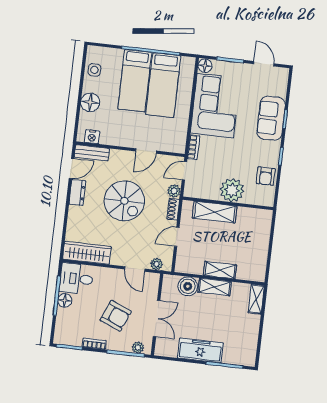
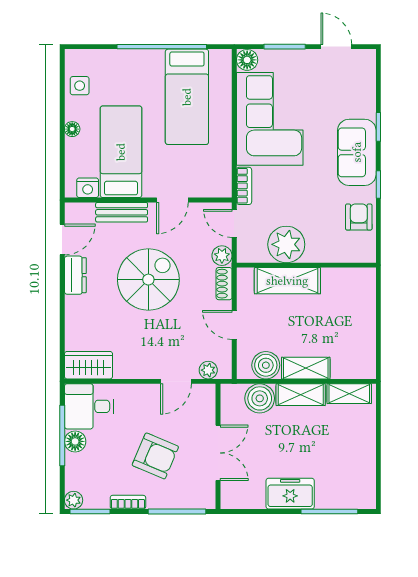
bed: (135, 81) -> (121, 152), moved, turned 180
floor lamp: (90, 102) -> (72, 129), width x0.53, depth x0.53
sofa: (271, 118) -> (357, 152), moved
bench: (92, 153) -> (122, 212), moved
door: (184, 171) -> (234, 223), hinge flipped
armchair: (266, 176) -> (359, 217), turned 180
plant: (232, 190) -> (286, 244), moved
spiral stairs: (124, 201) -> (148, 280), turned -90
door: (177, 237) -> (234, 325), hinge flipped
wardrobe: (87, 253) -> (88, 365), width x0.67
boiler: (194, 265) -> (266, 365), added
door: (135, 269) -> (176, 381), hinge flipped
shelving: (256, 299) -> (349, 394), moved, turned 90
plant: (138, 347) -> (74, 500), moved
freezer: (200, 350) -> (290, 494), width x0.71

